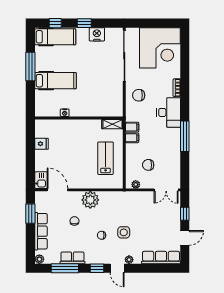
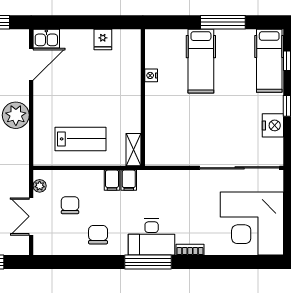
chair: (139, 95) -> (98, 235), moved
window: (185, 136) -> (148, 262), moved
double door: (166, 190) -> (31, 216), moved

